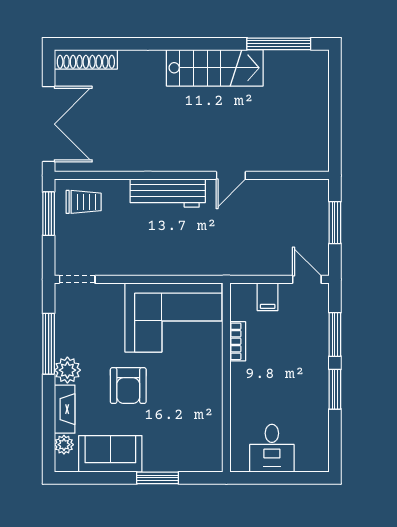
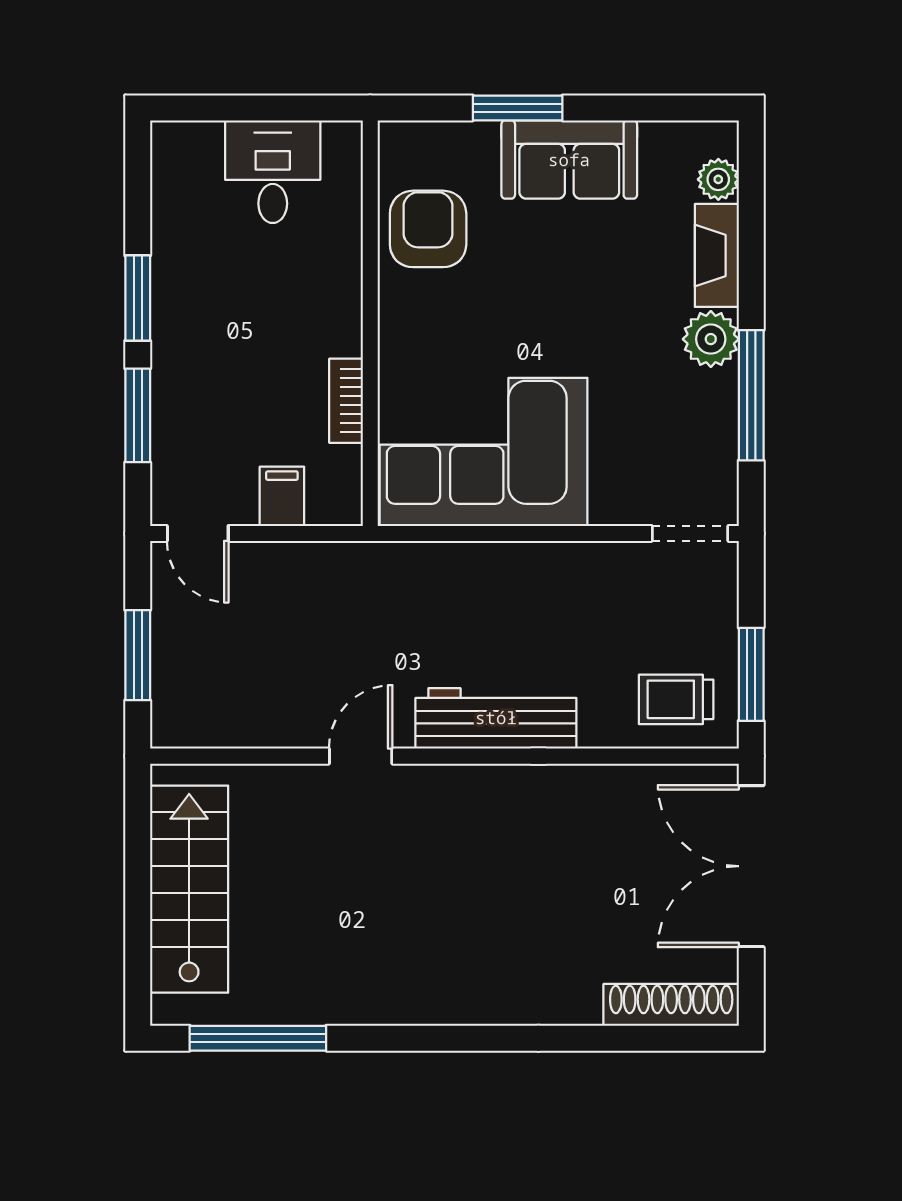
stairs: (215, 68) -> (189, 889), moved, turned 90
armchair: (128, 386) -> (428, 229), moved
sofa: (110, 454) -> (569, 160), moved

